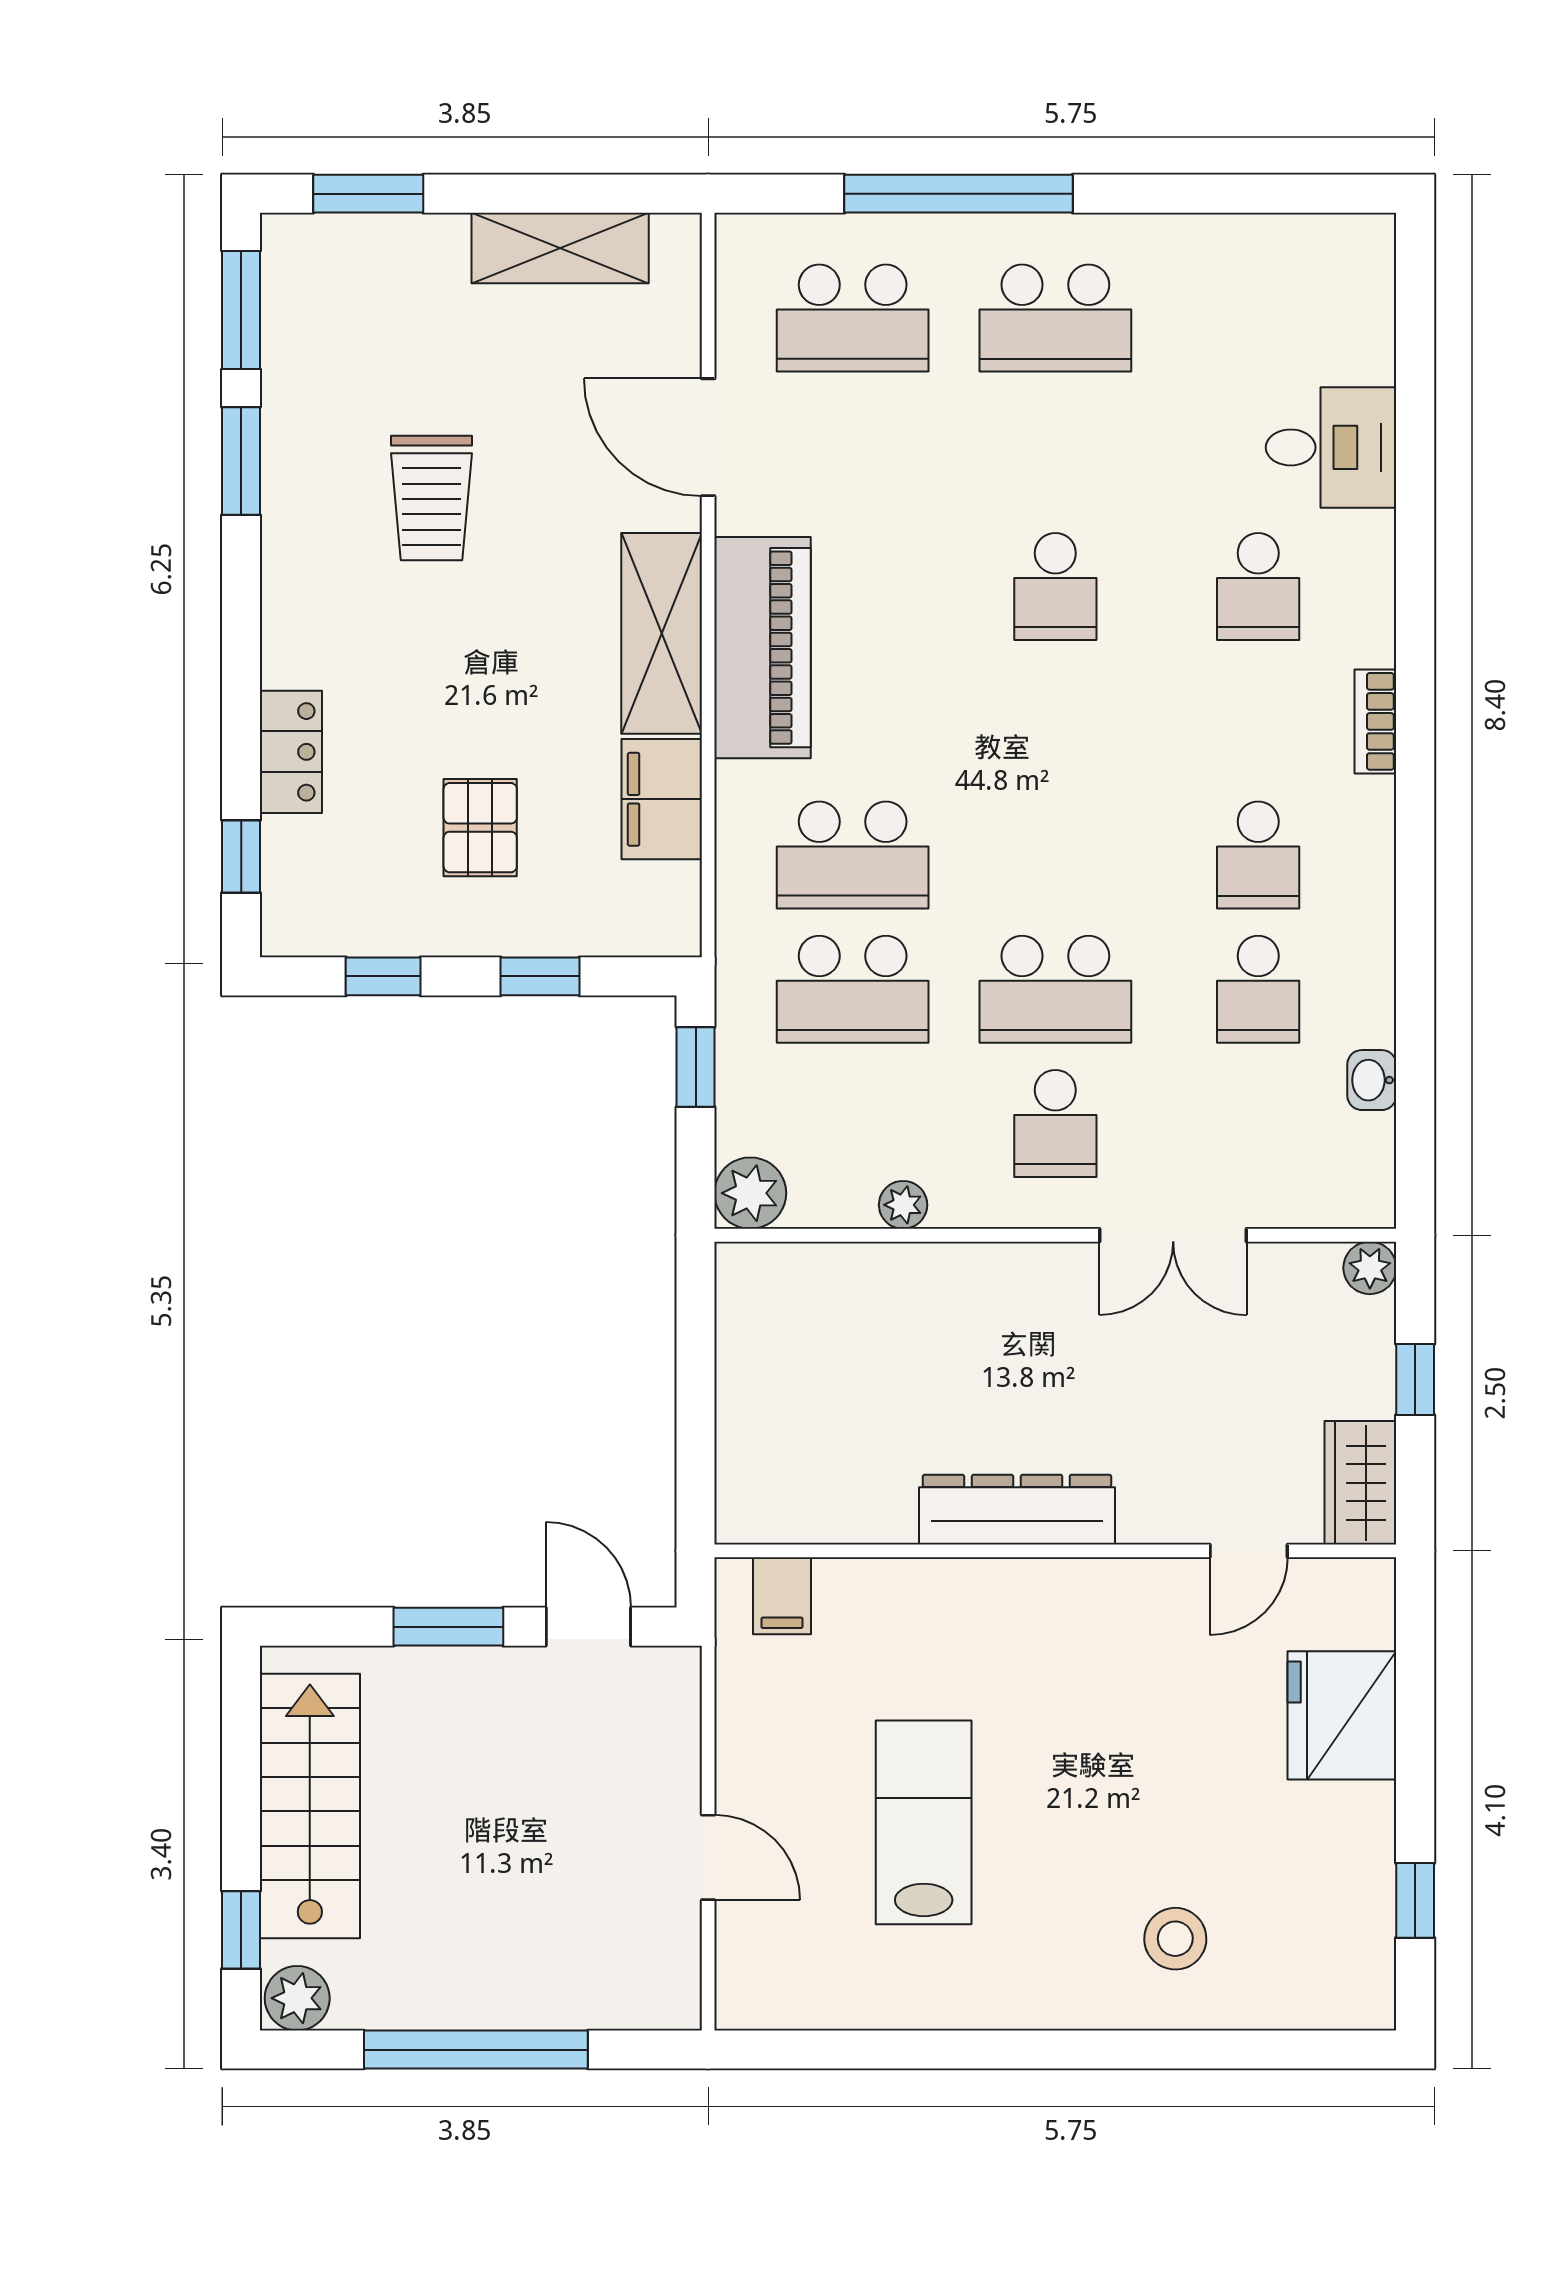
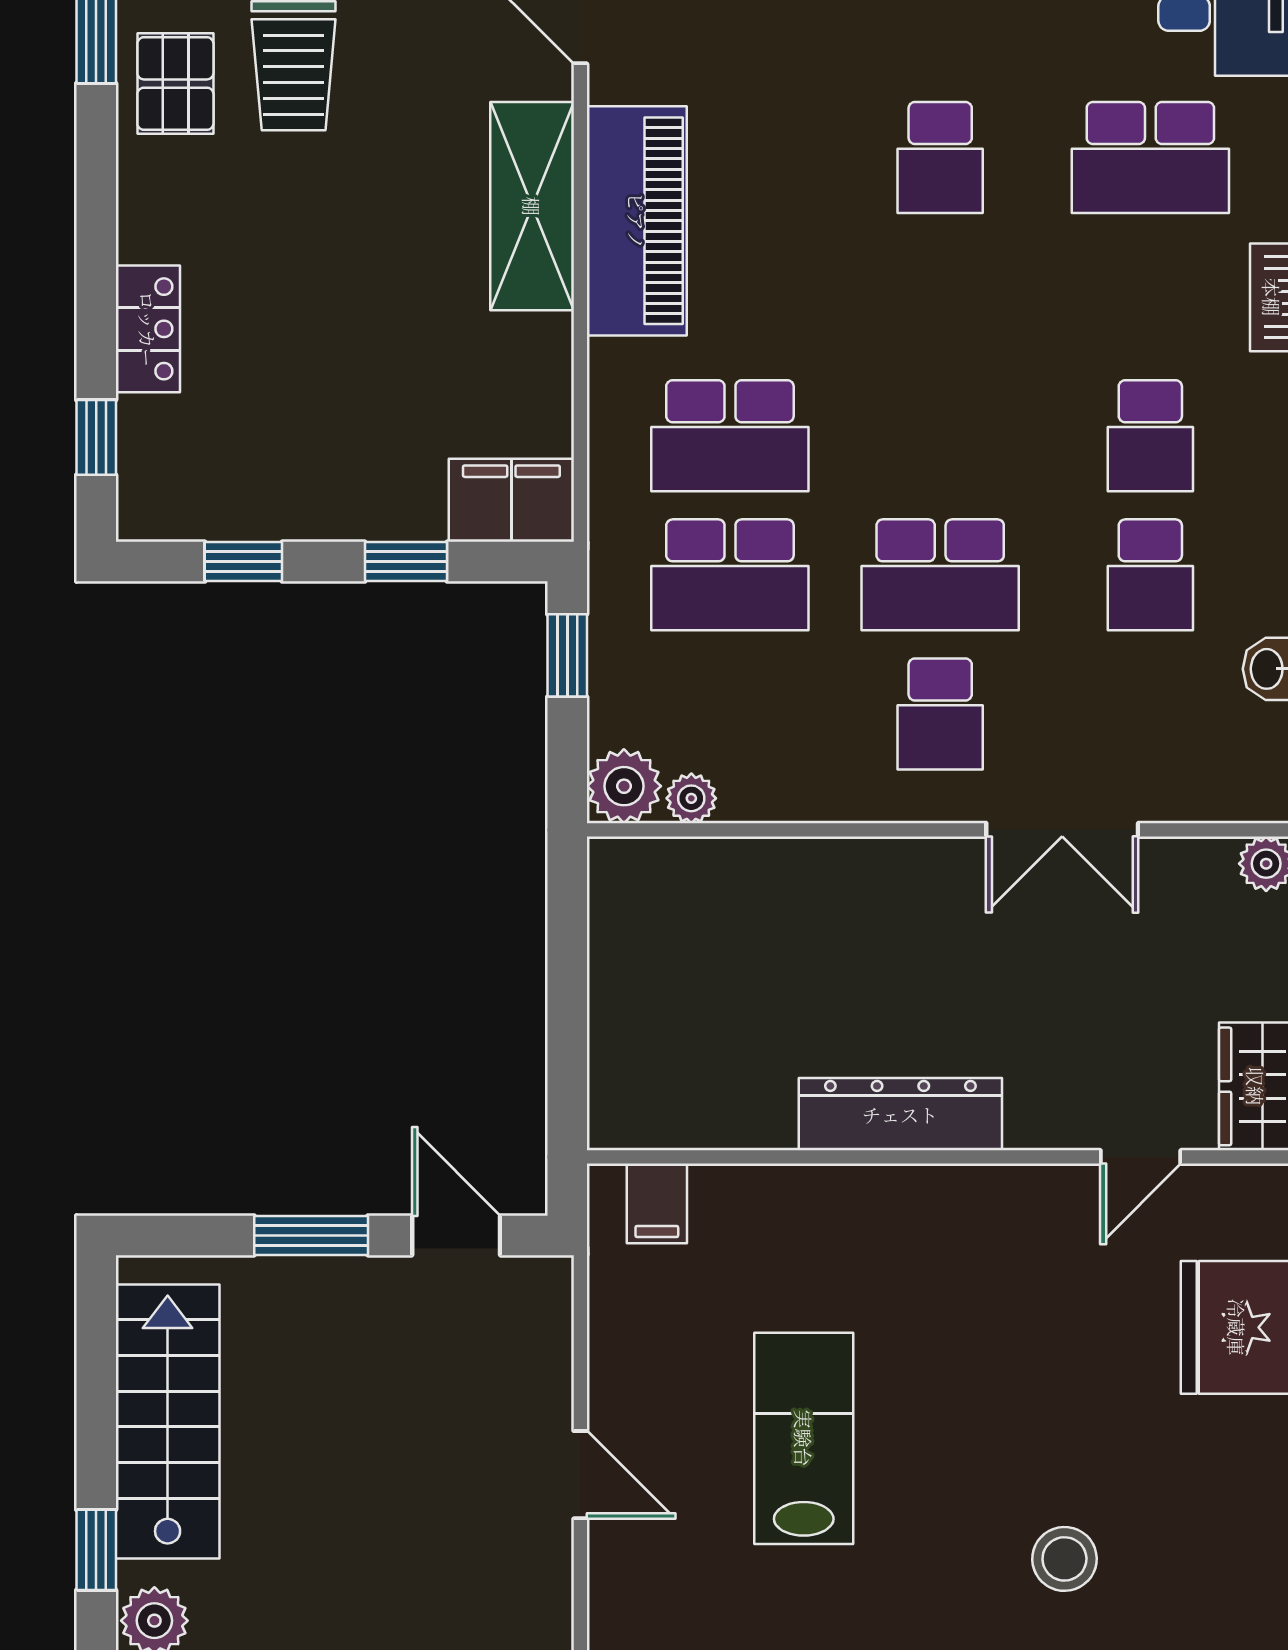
school desk: (1258, 587) -> (1150, 157), width x1.85
filing cabinet: (662, 799) -> (511, 500), moved, turned 90
pallet: (480, 828) -> (175, 84), moved
plant: (903, 1205) -> (691, 798), moved

